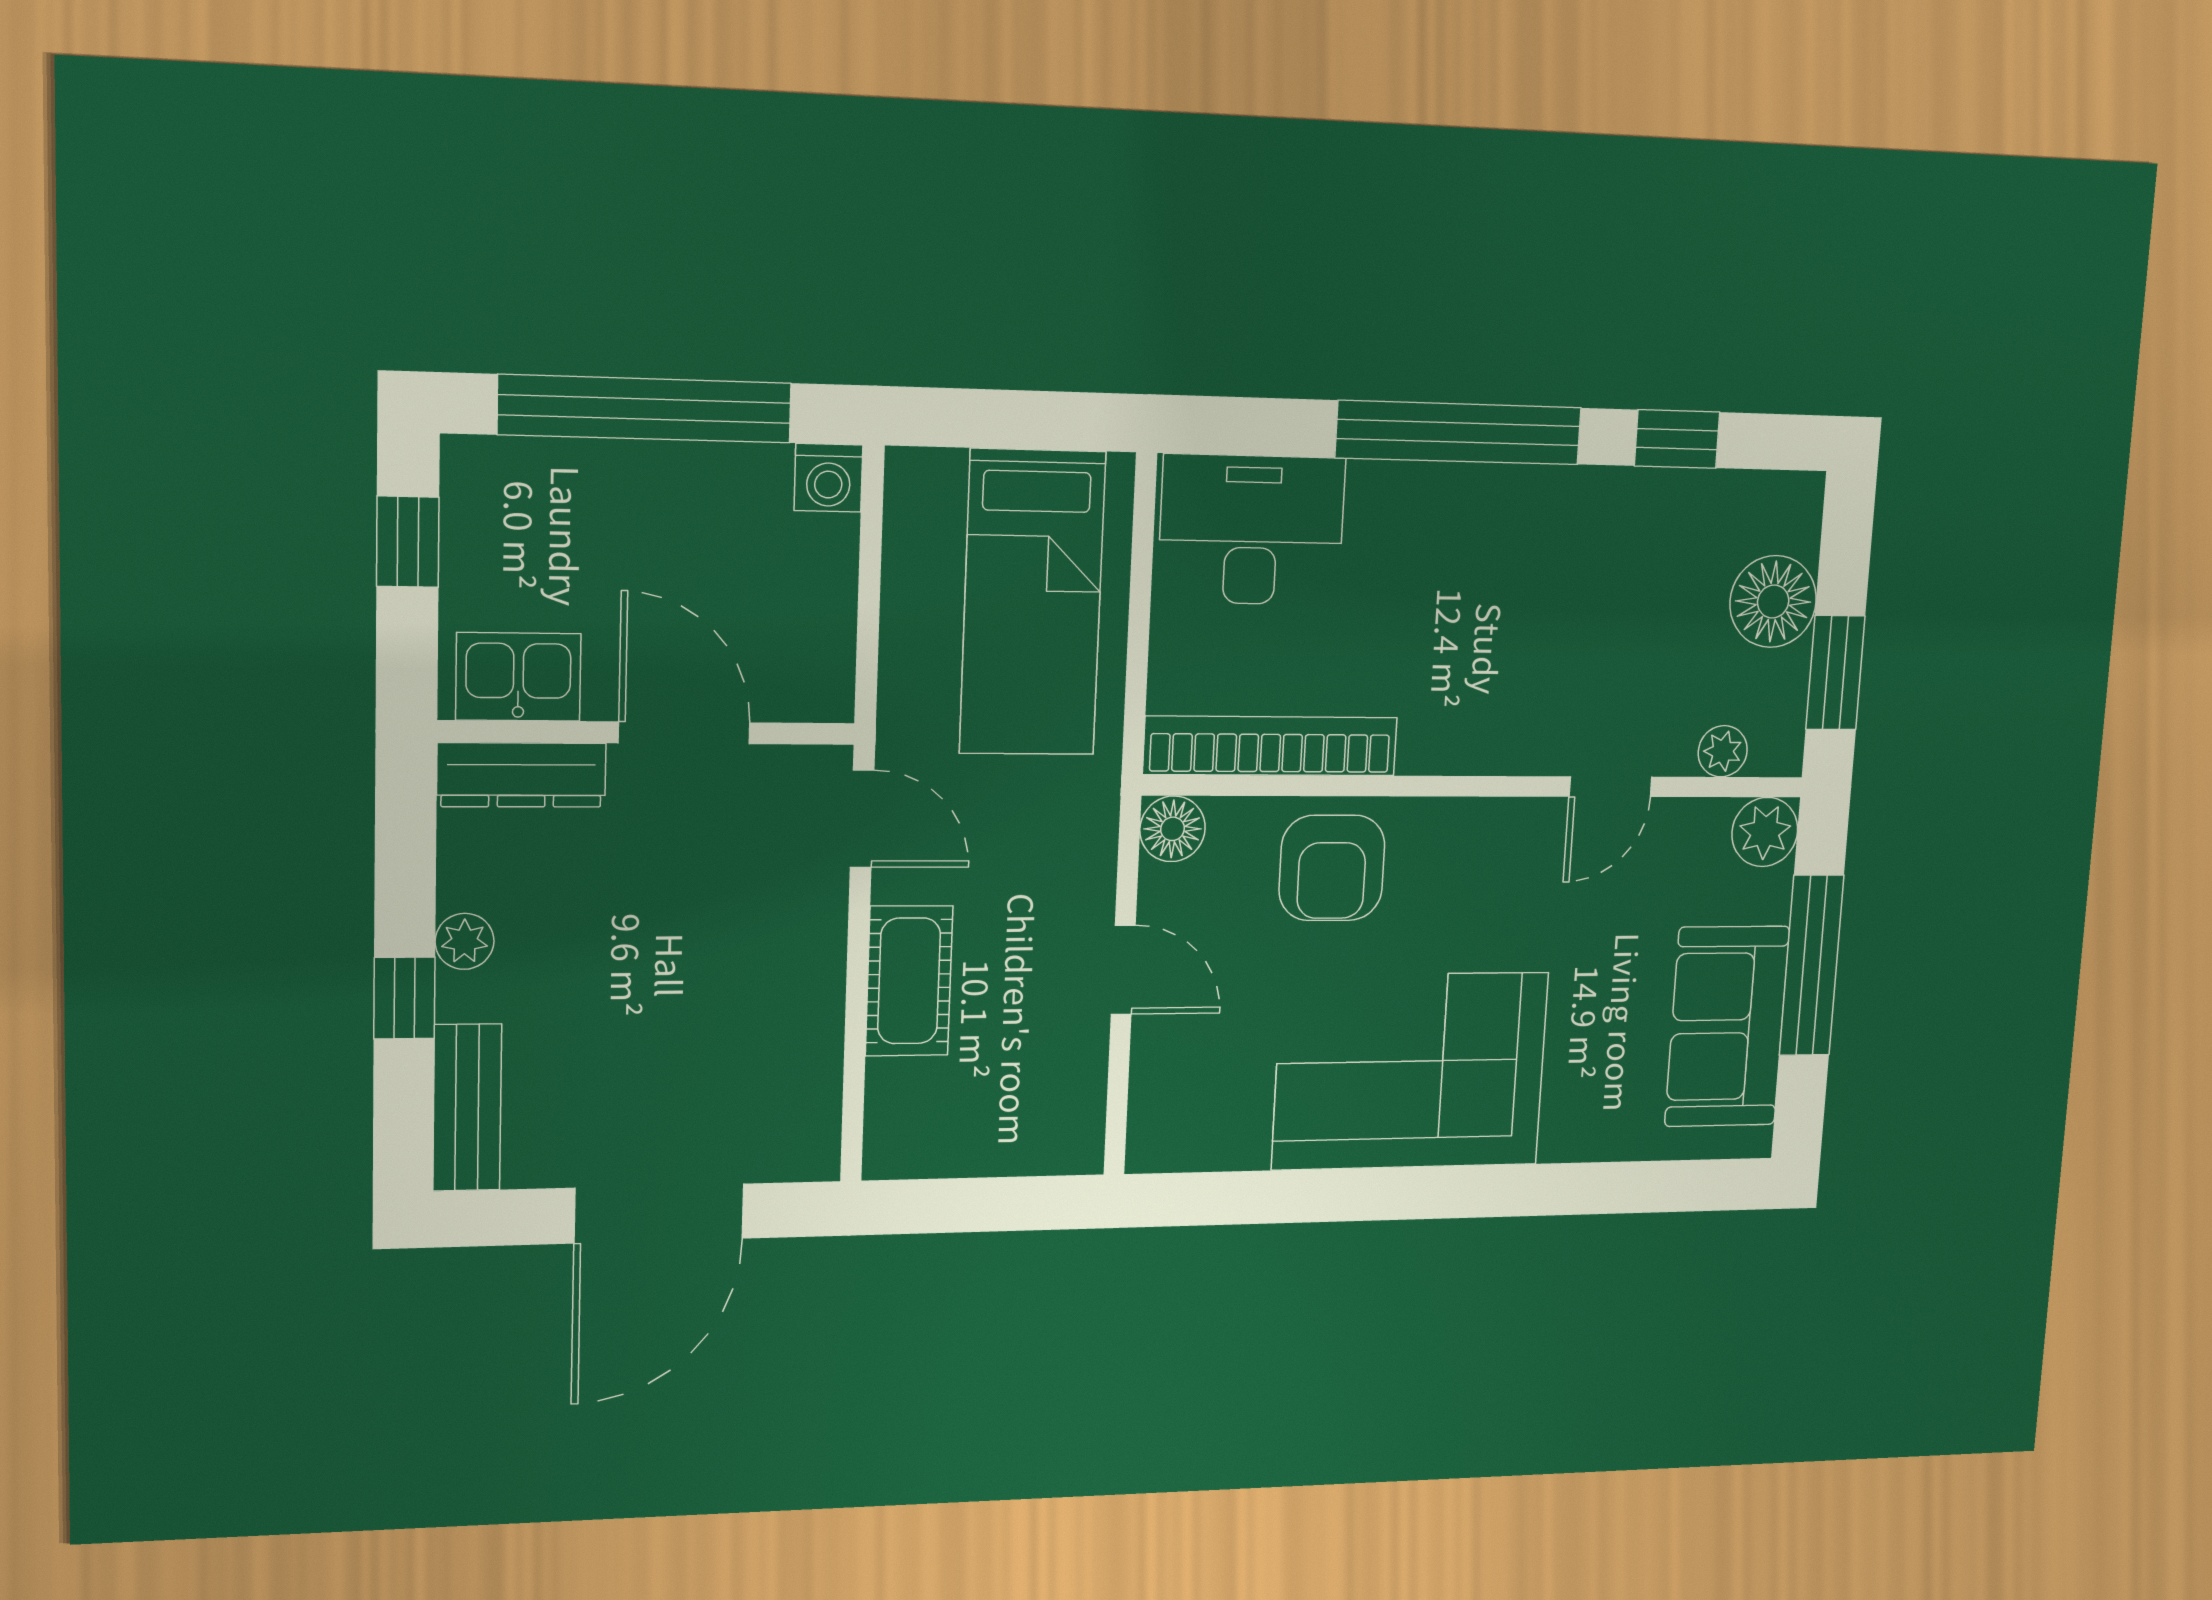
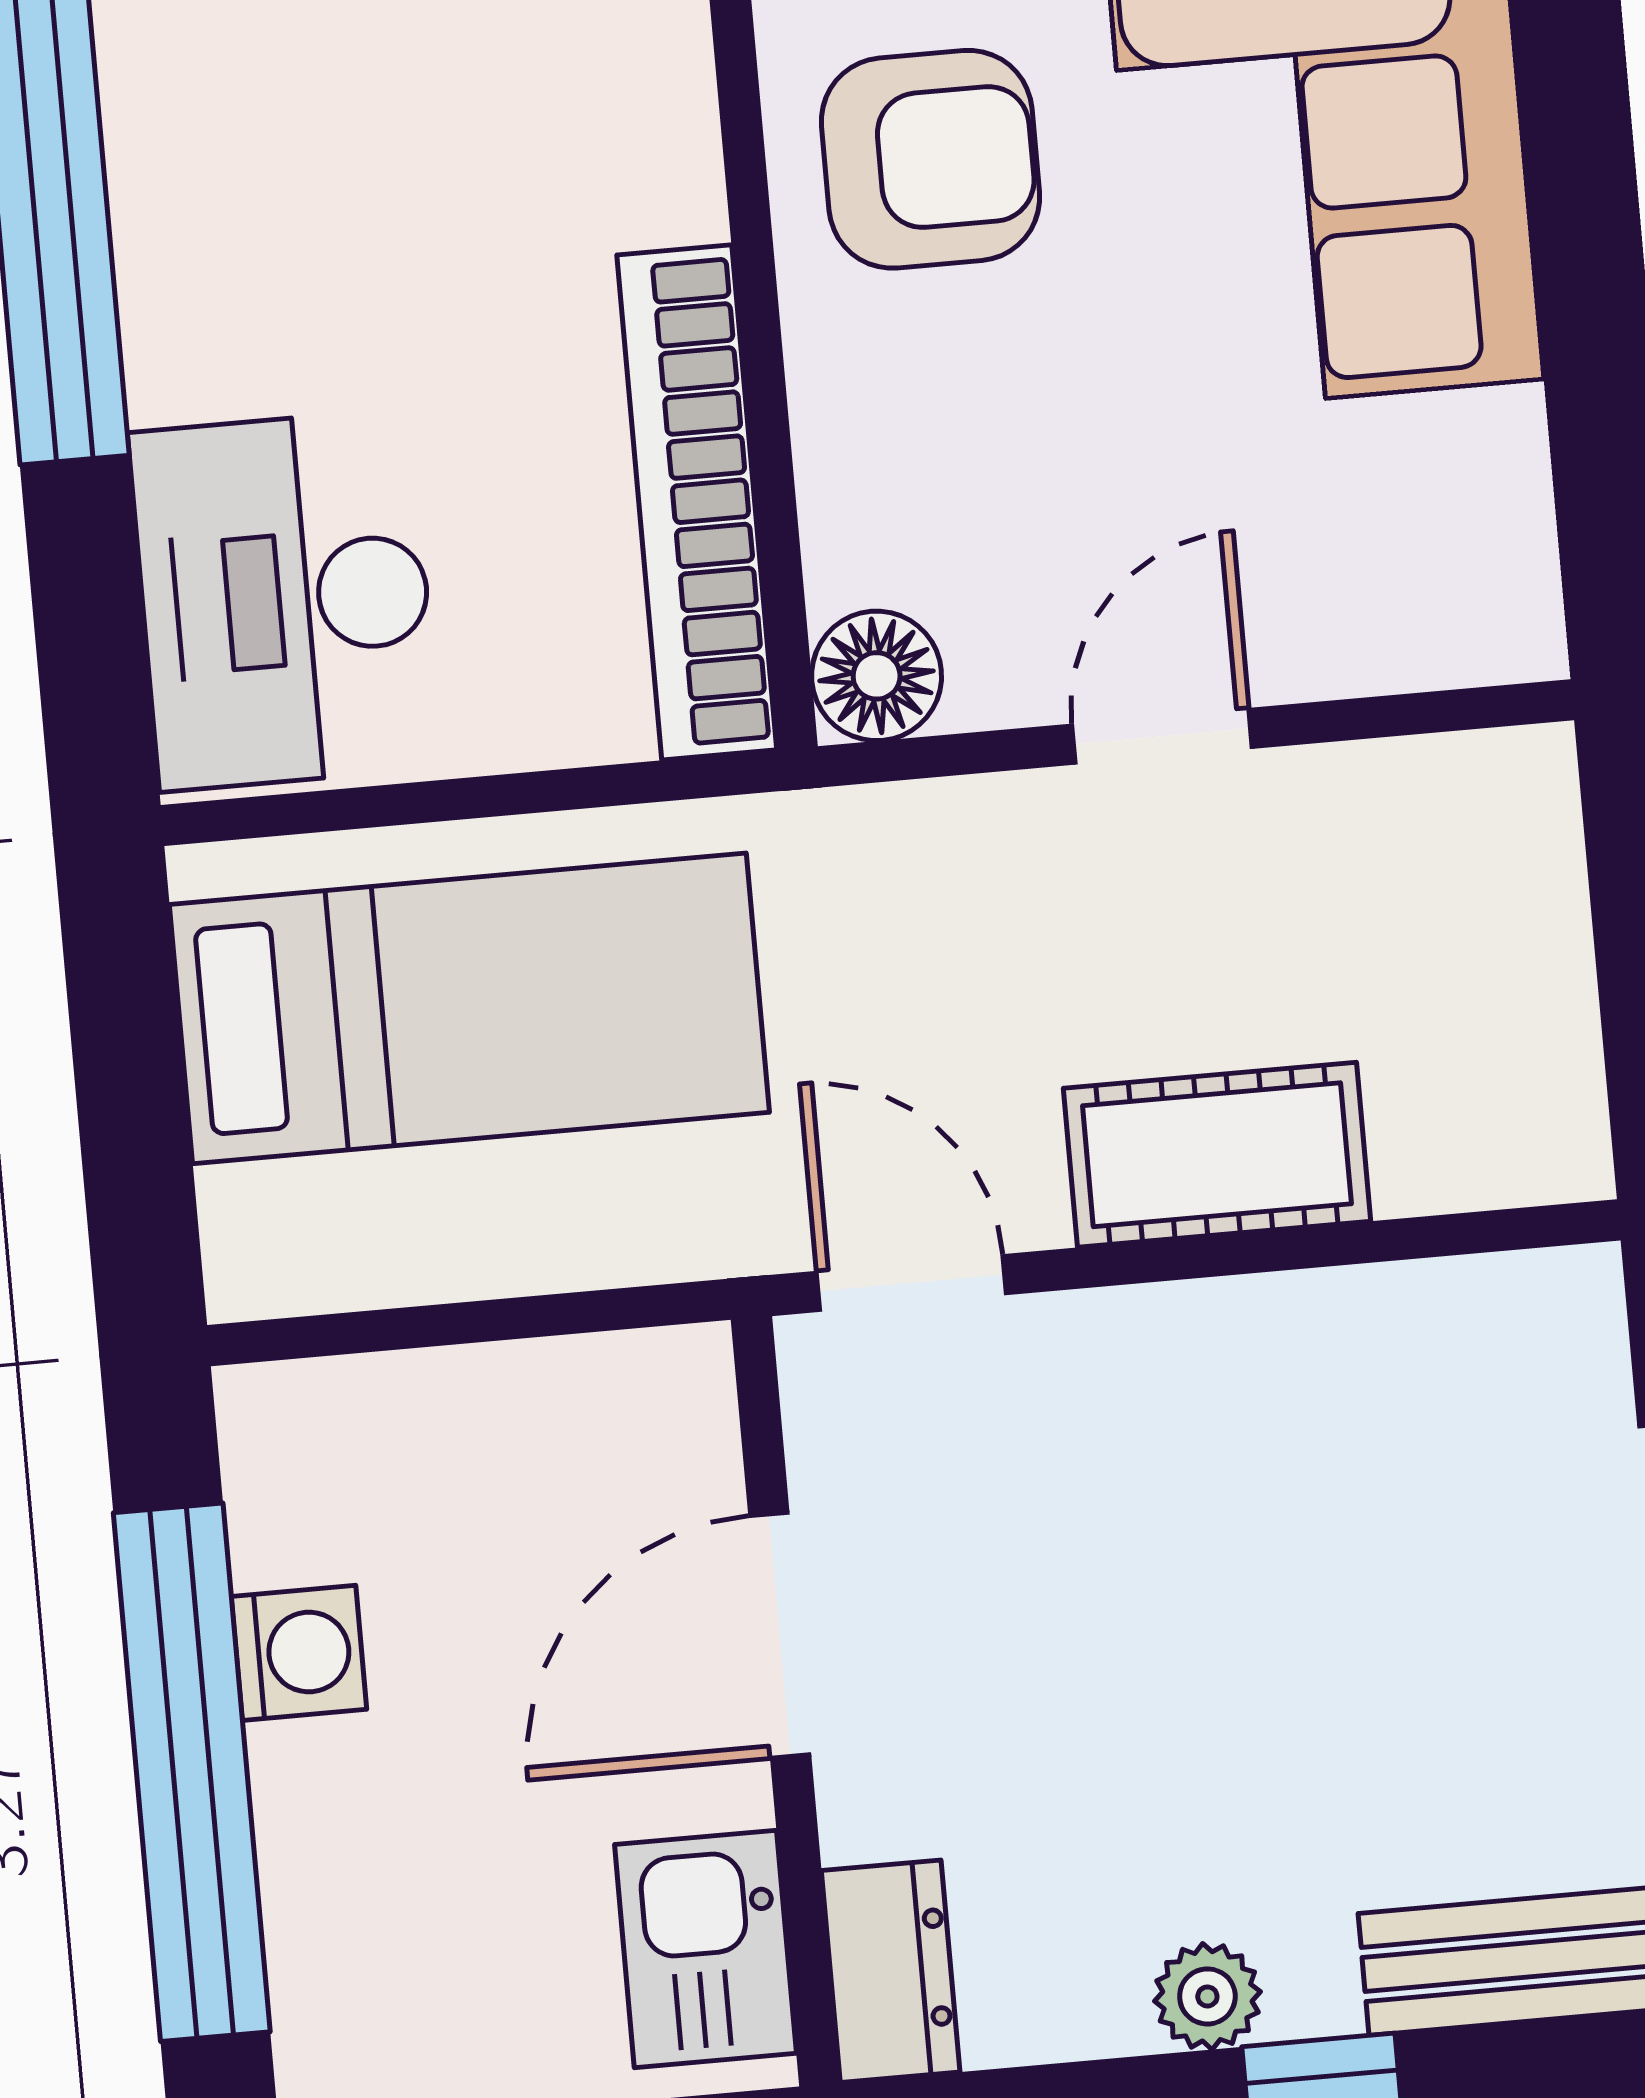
washing machine: (828, 478) -> (299, 1653), moved
dresser: (521, 775) -> (891, 1971), width x0.70
door: (862, 819) -> (911, 1283), hinge flipped
armchair: (1332, 868) -> (931, 159), moved

